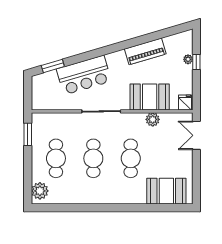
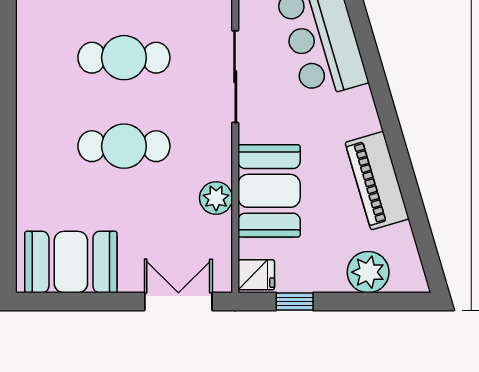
plant: (188, 59) -> (368, 272), width x1.88, depth x1.88
window: (196, 62) -> (295, 302), moved
booth: (166, 191) -> (71, 262), moved, turned 90

